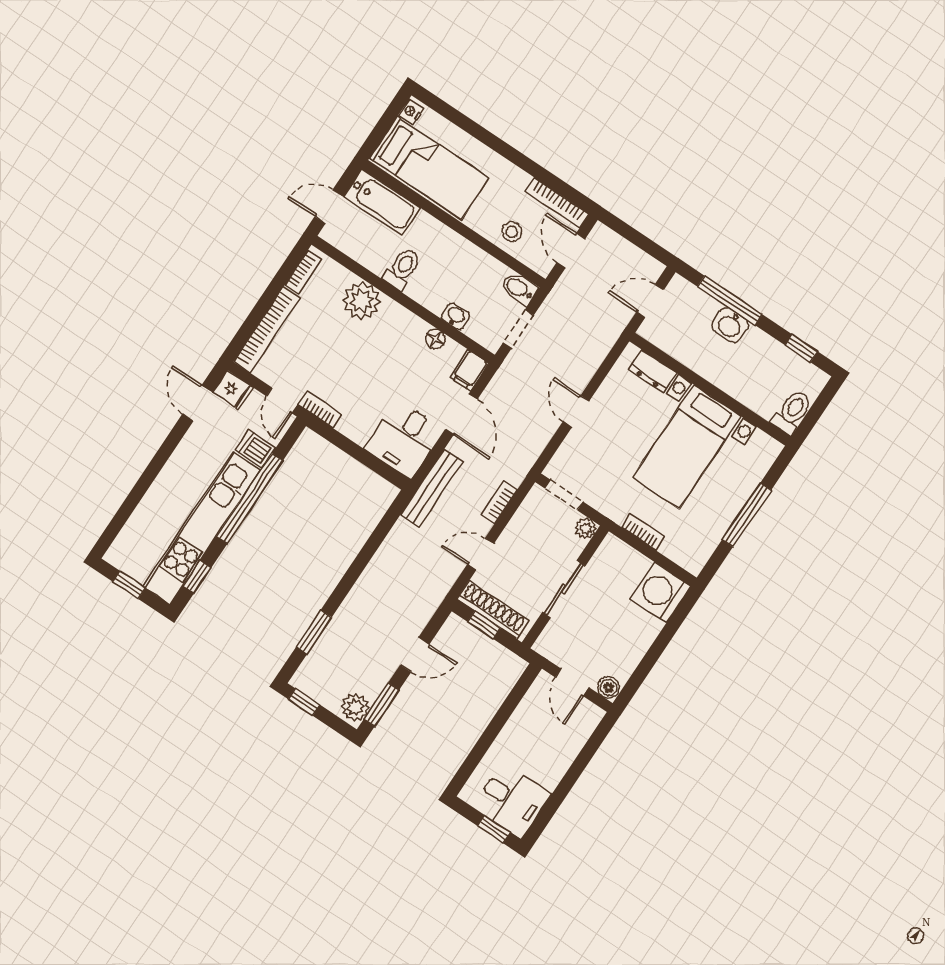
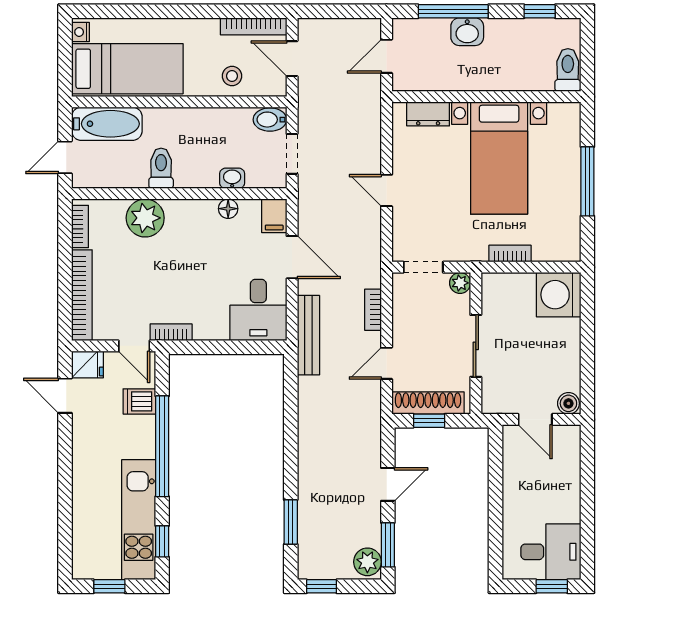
kitchen unit: (202, 528) -> (139, 520), width x0.73

